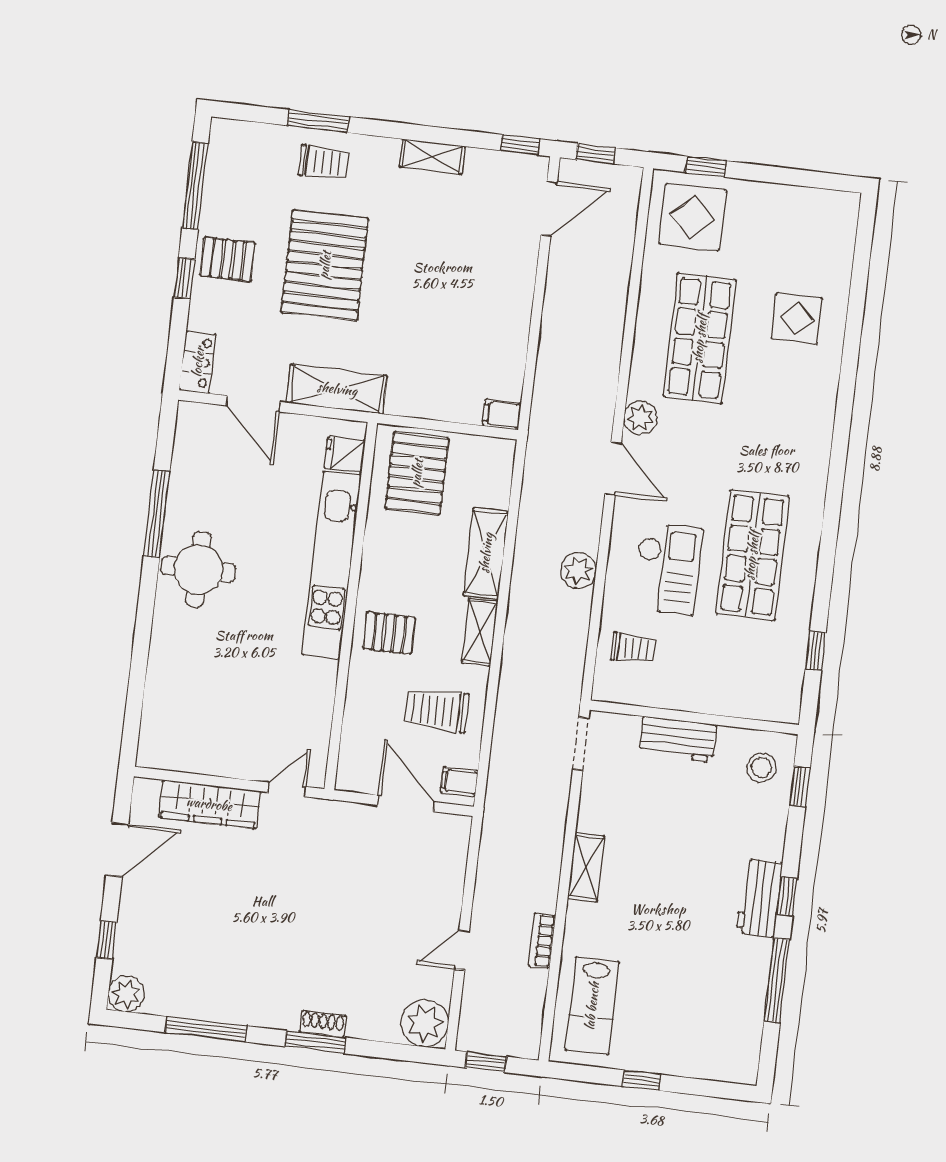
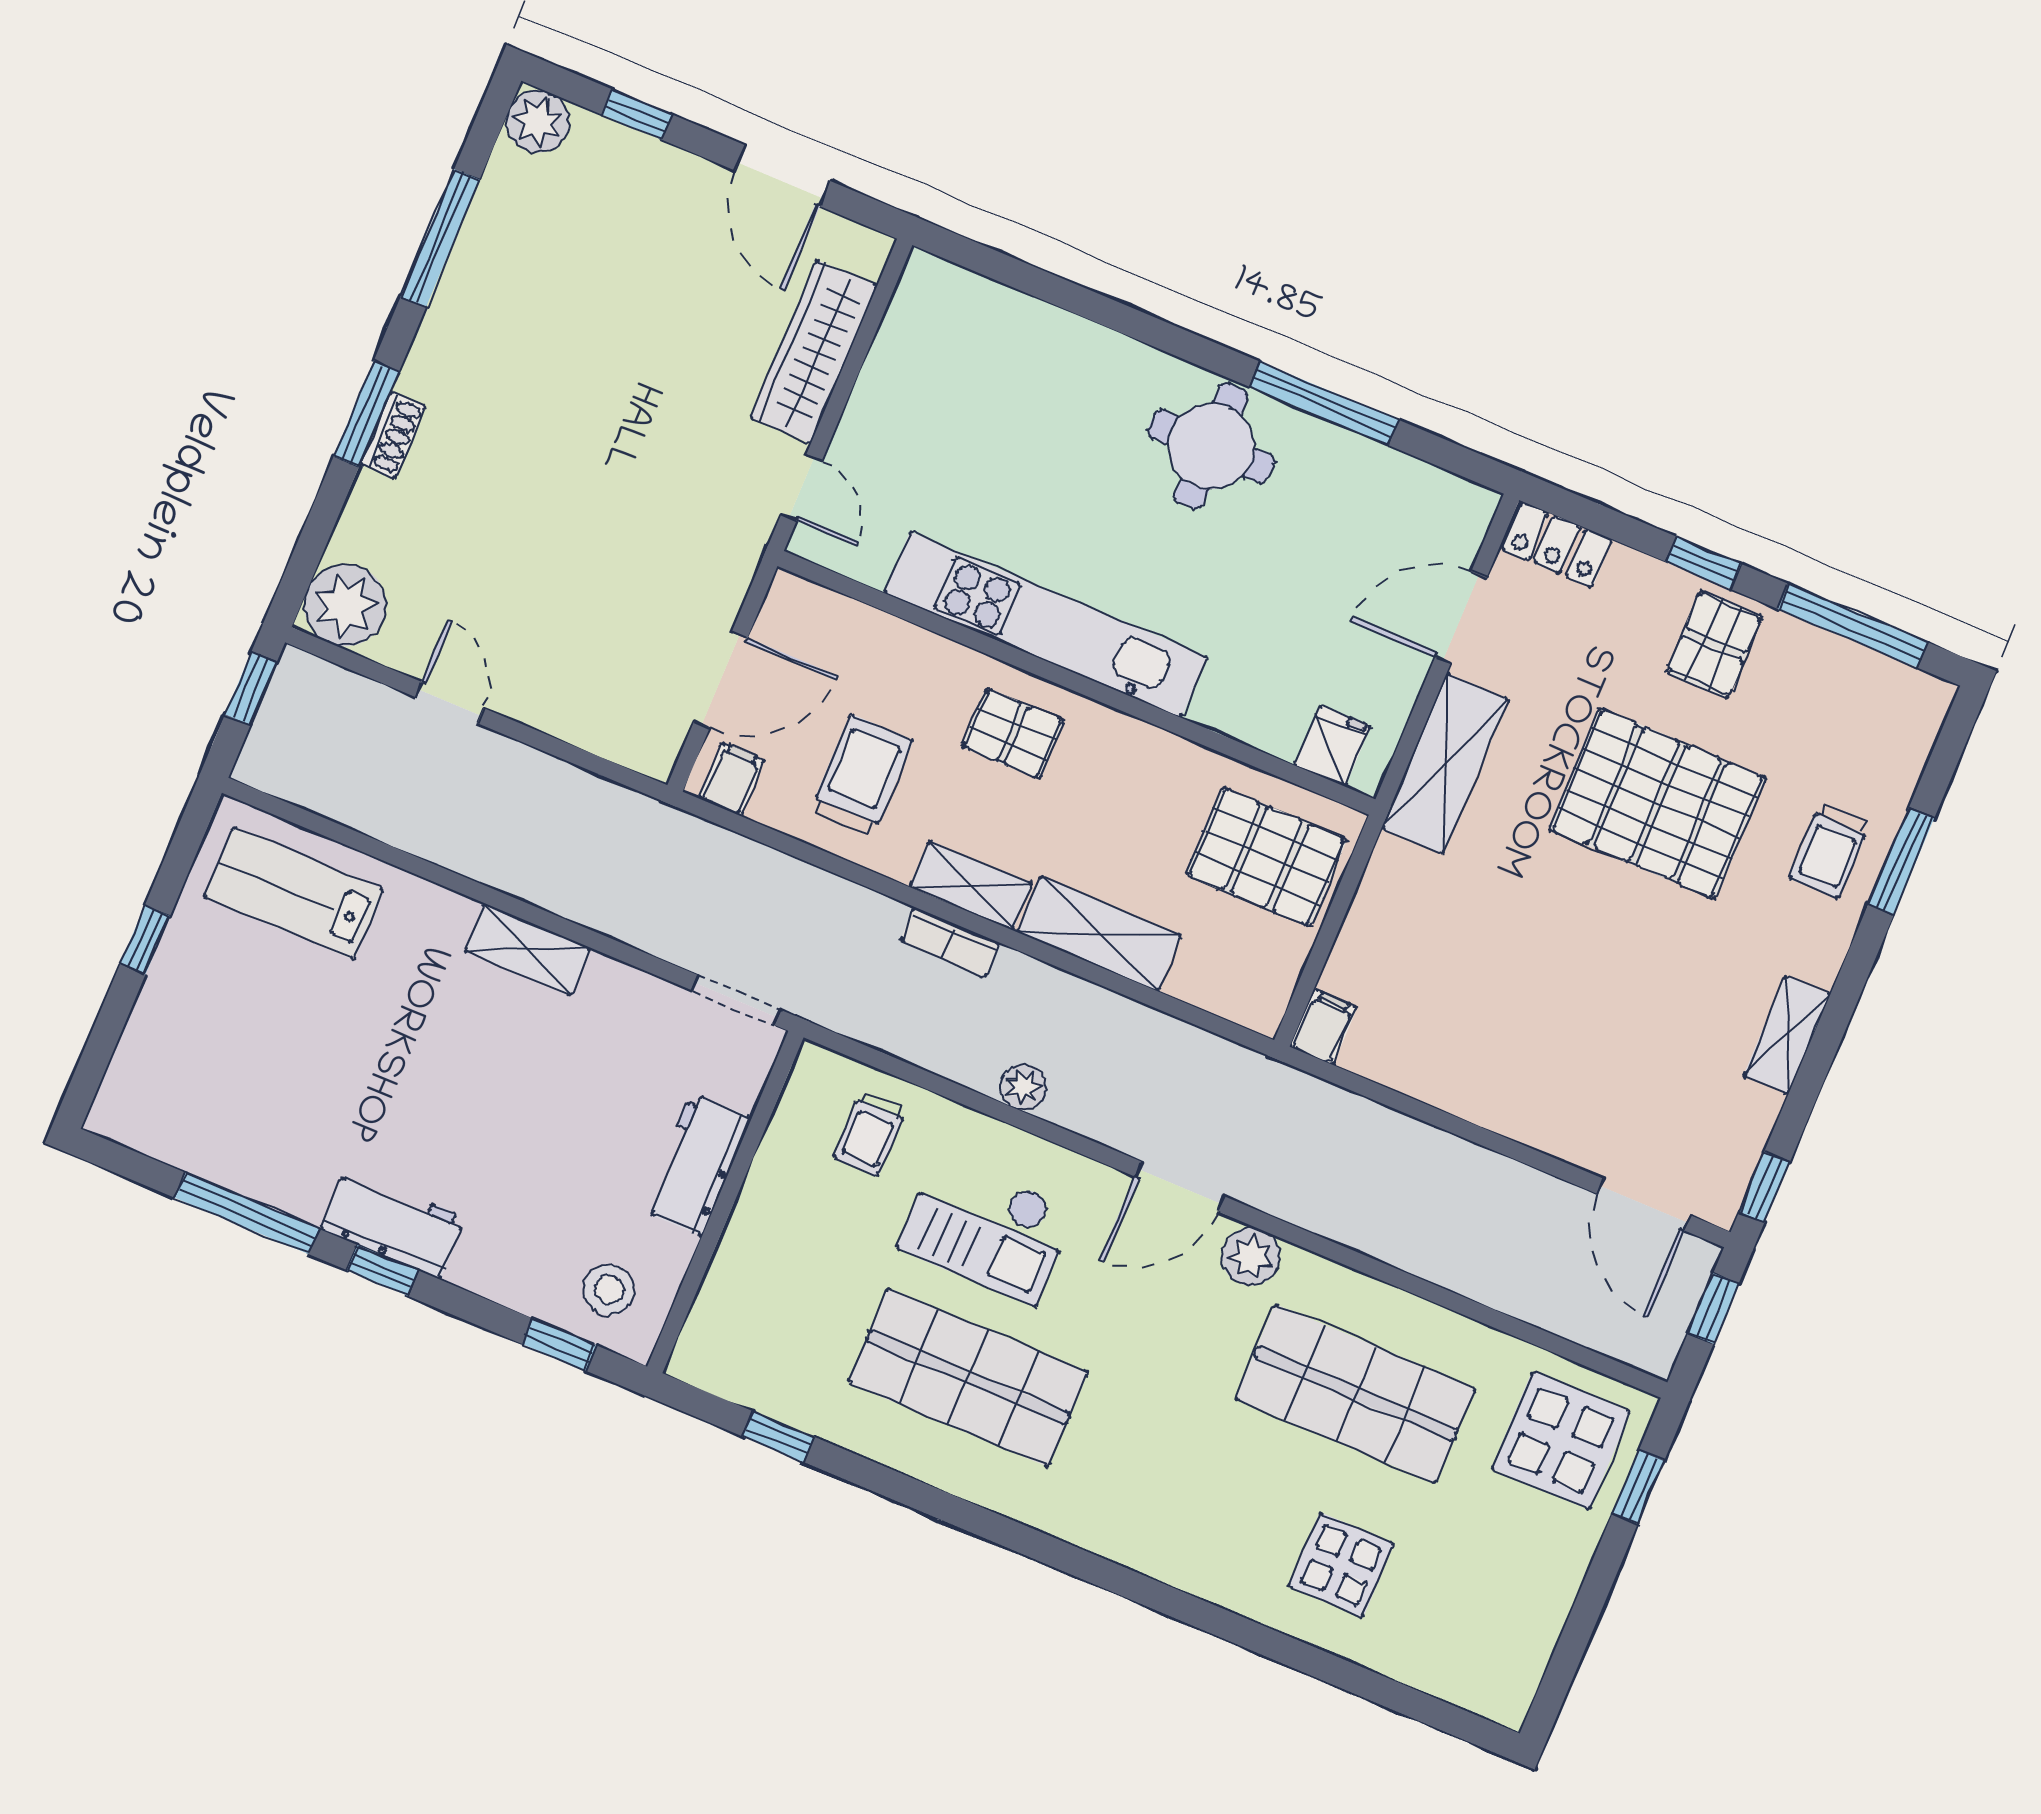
kitchen unit: (332, 565) -> (1046, 625), moved
plant: (578, 571) -> (1023, 1087), width x0.73, depth x0.73
pallet: (389, 633) -> (1013, 734), turned 90
bookcase: (542, 941) -> (950, 942), moved, turned 180

